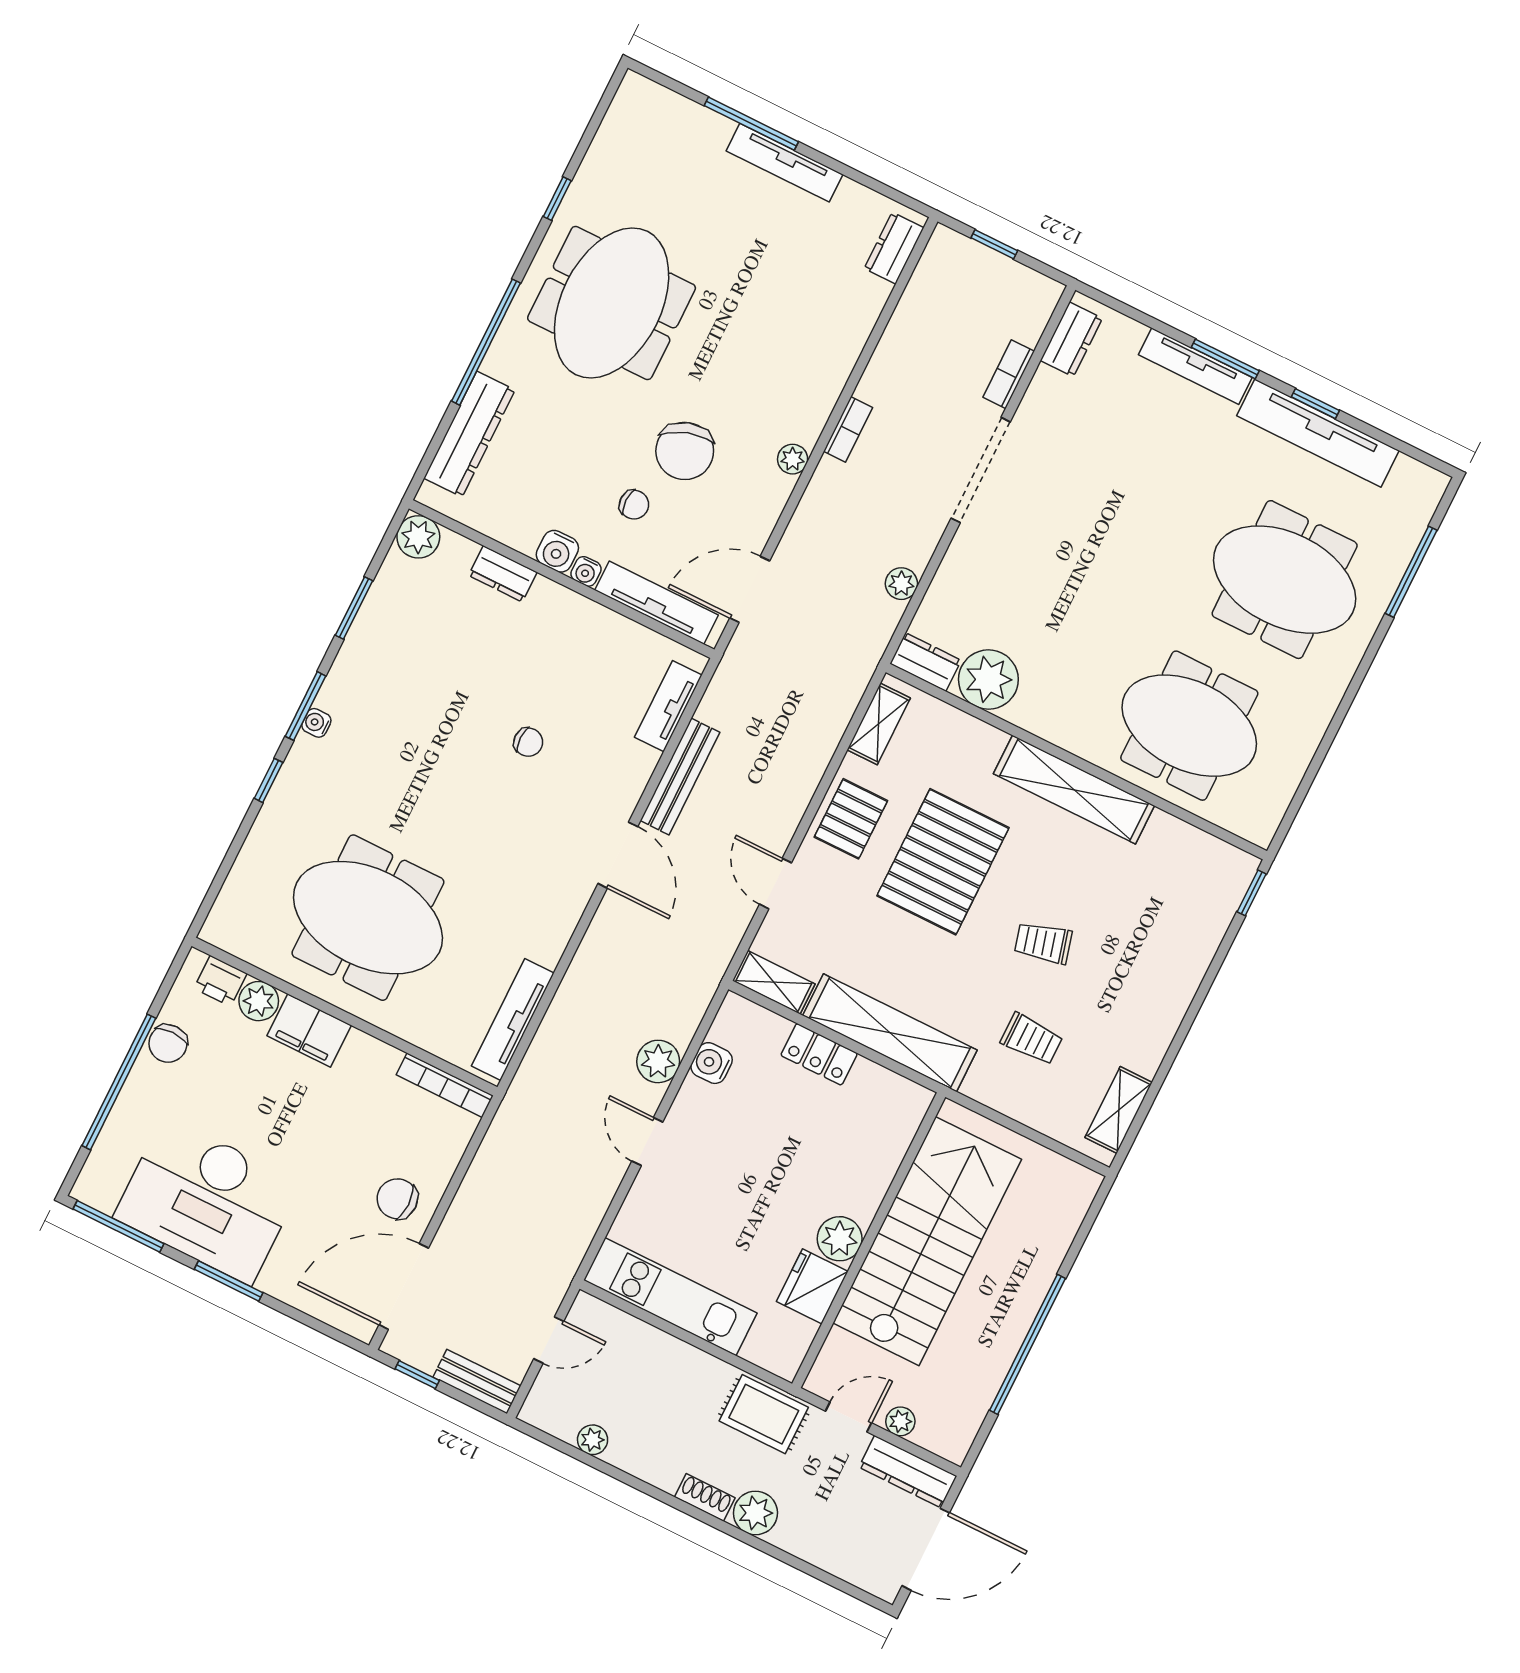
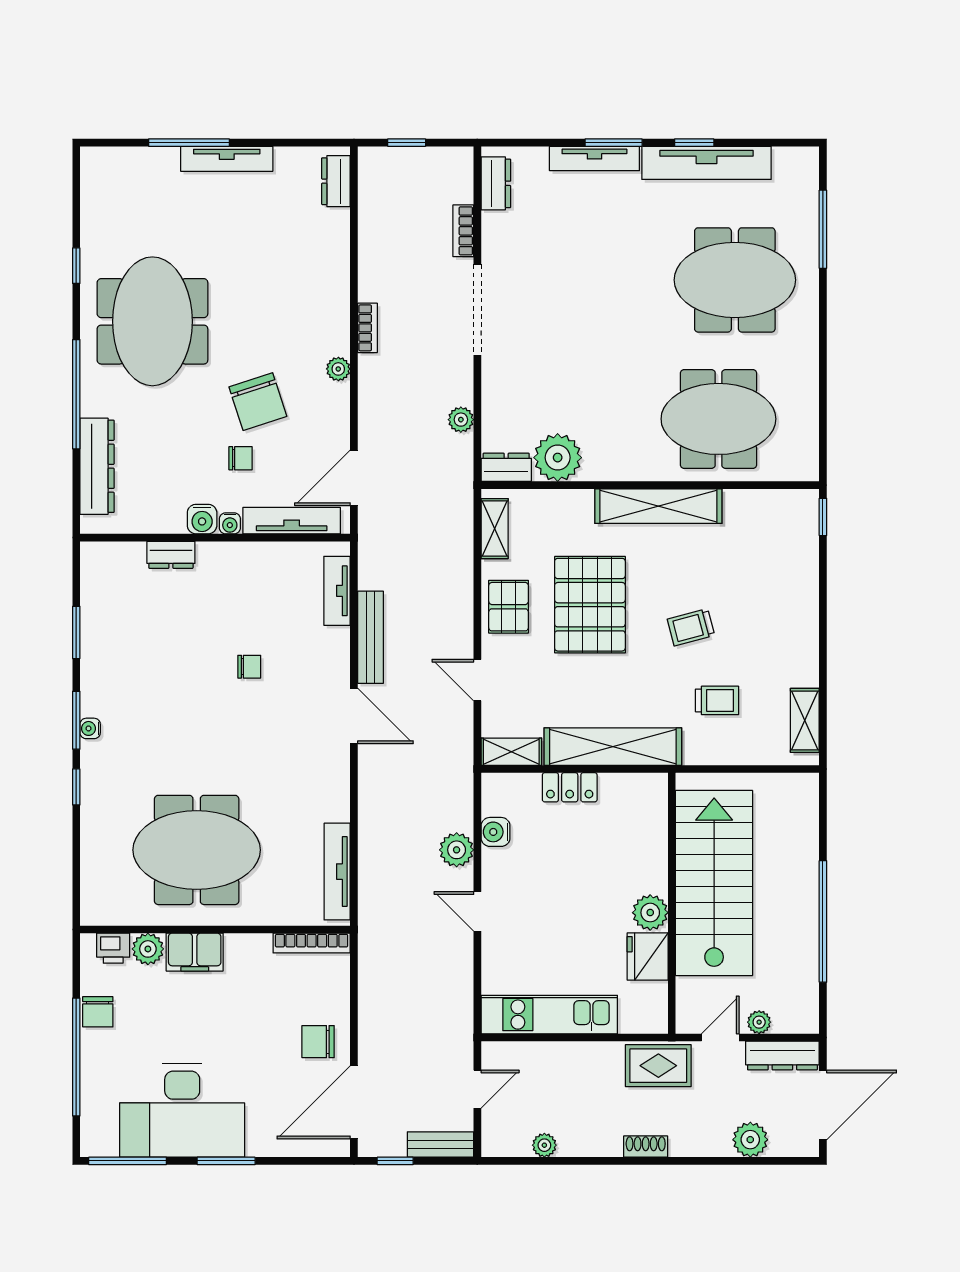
plant: (418, 537) -> (97, 558), removed
plant: (755, 1513) -> (750, 1140), moved

